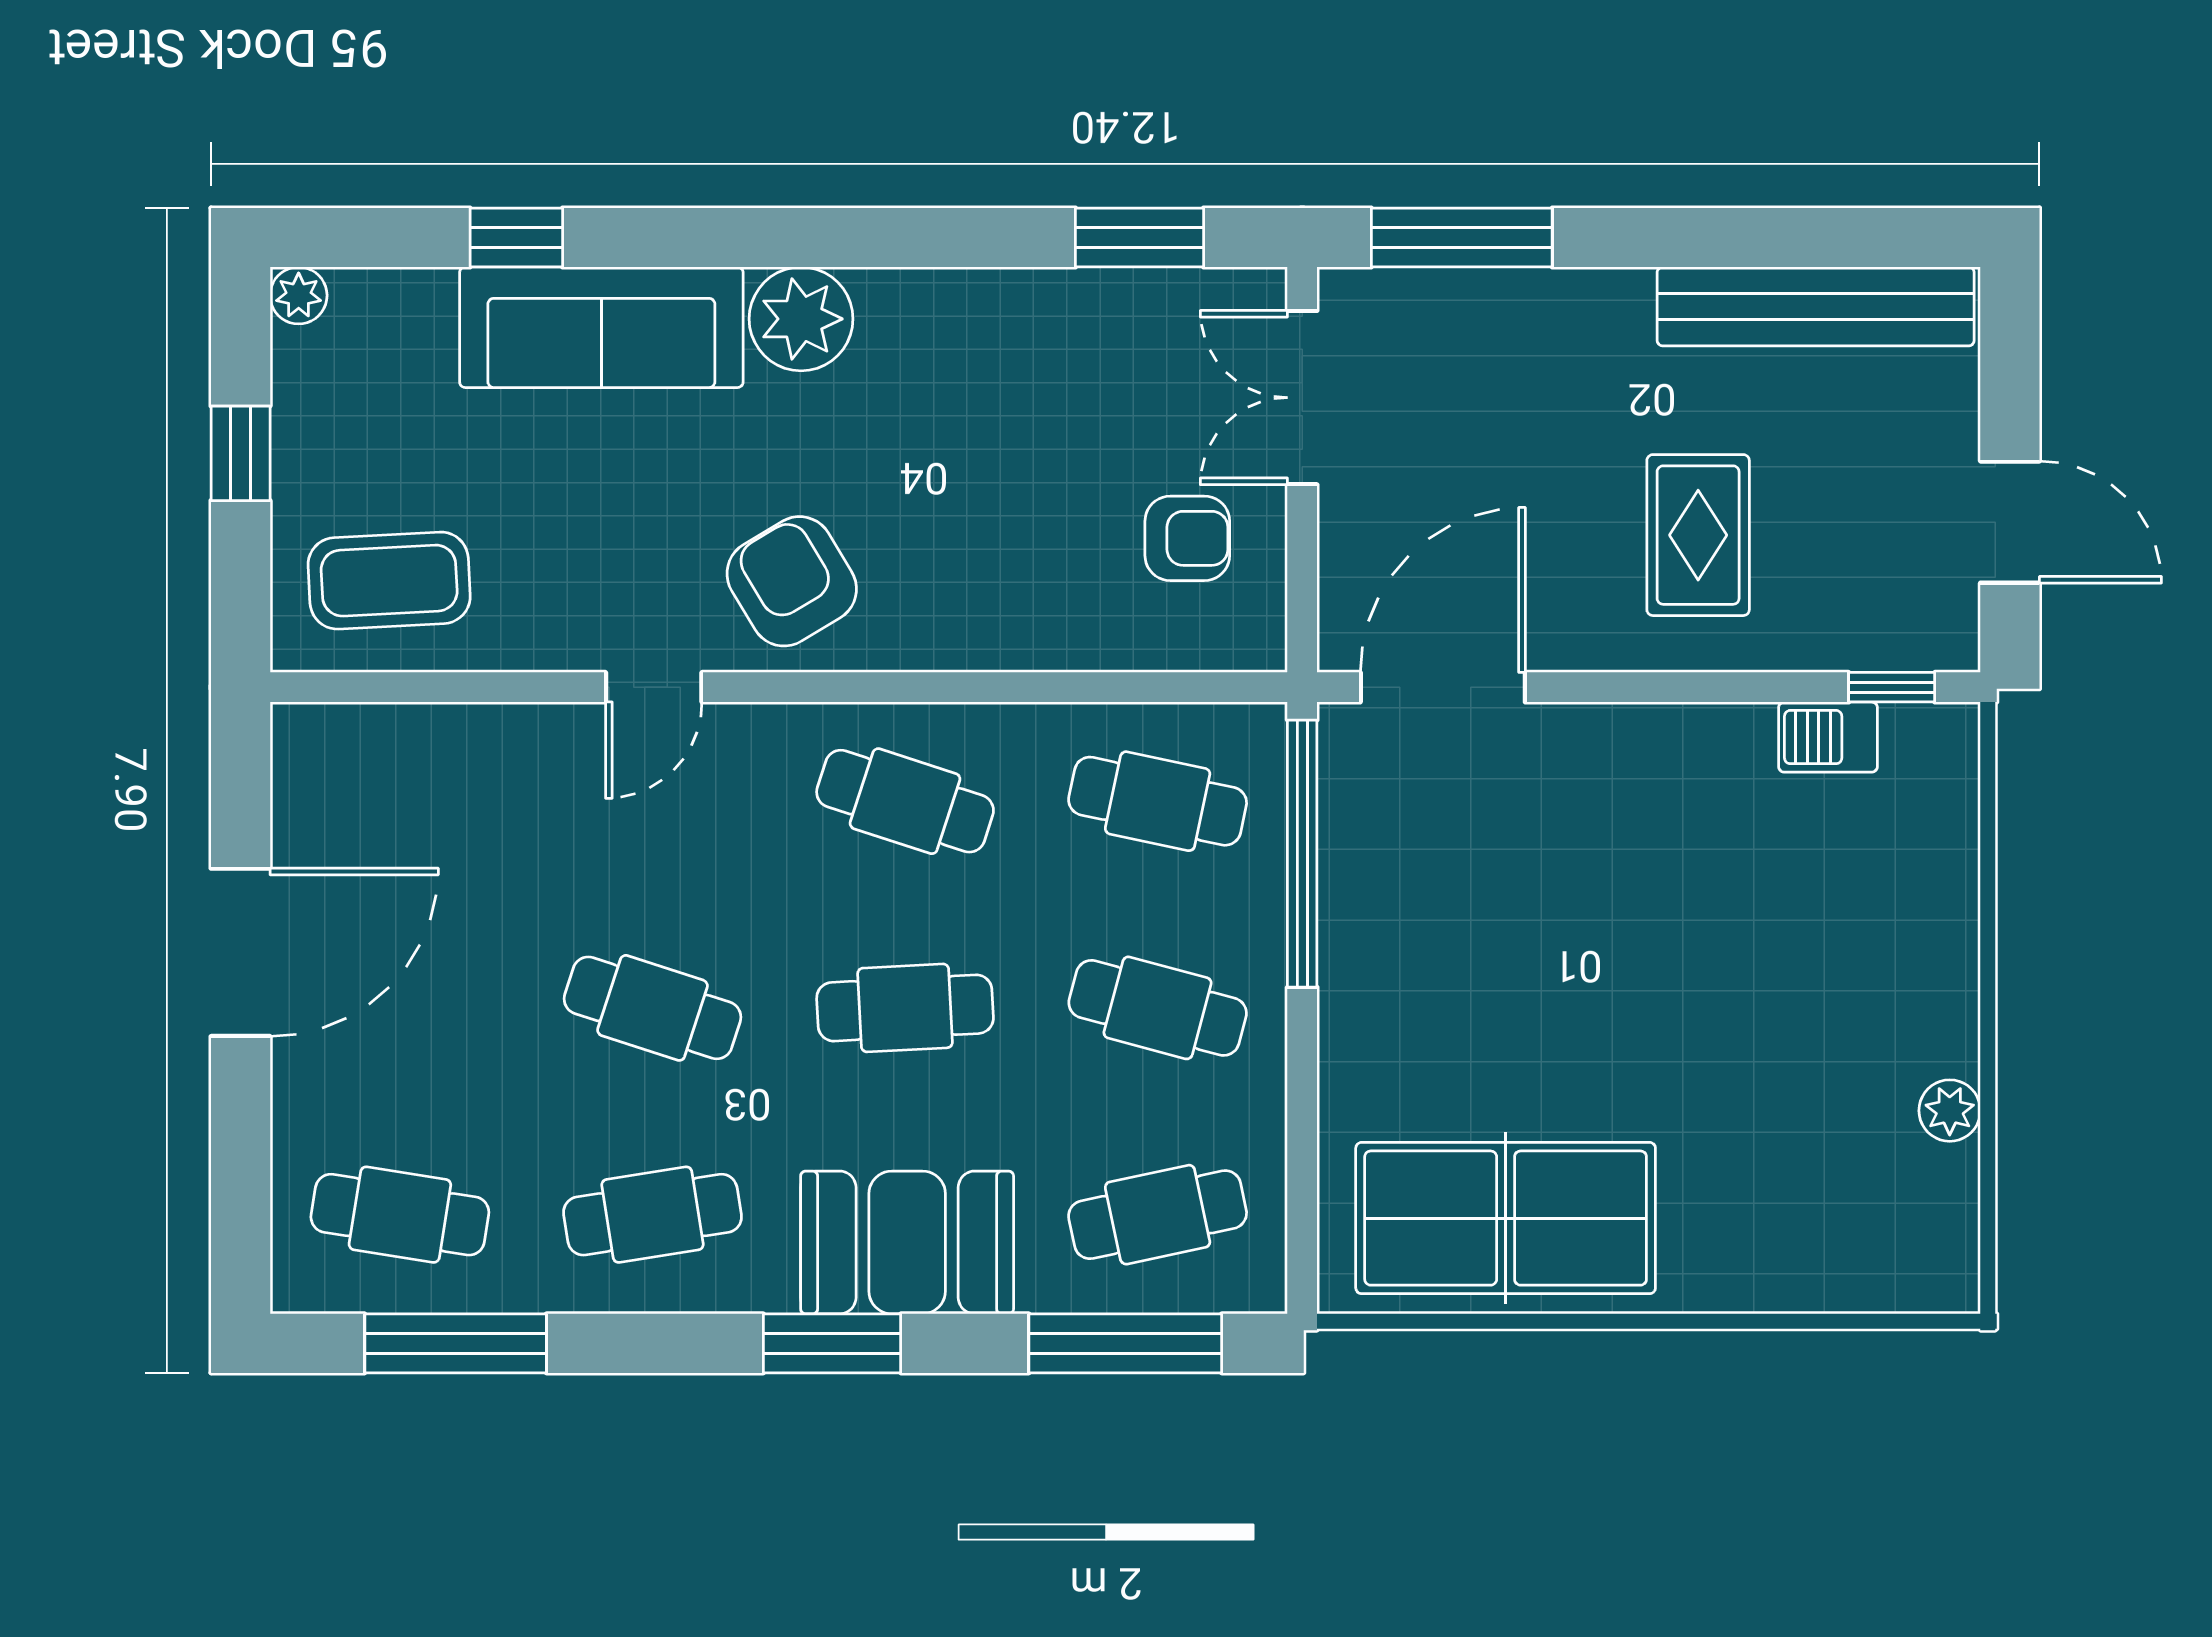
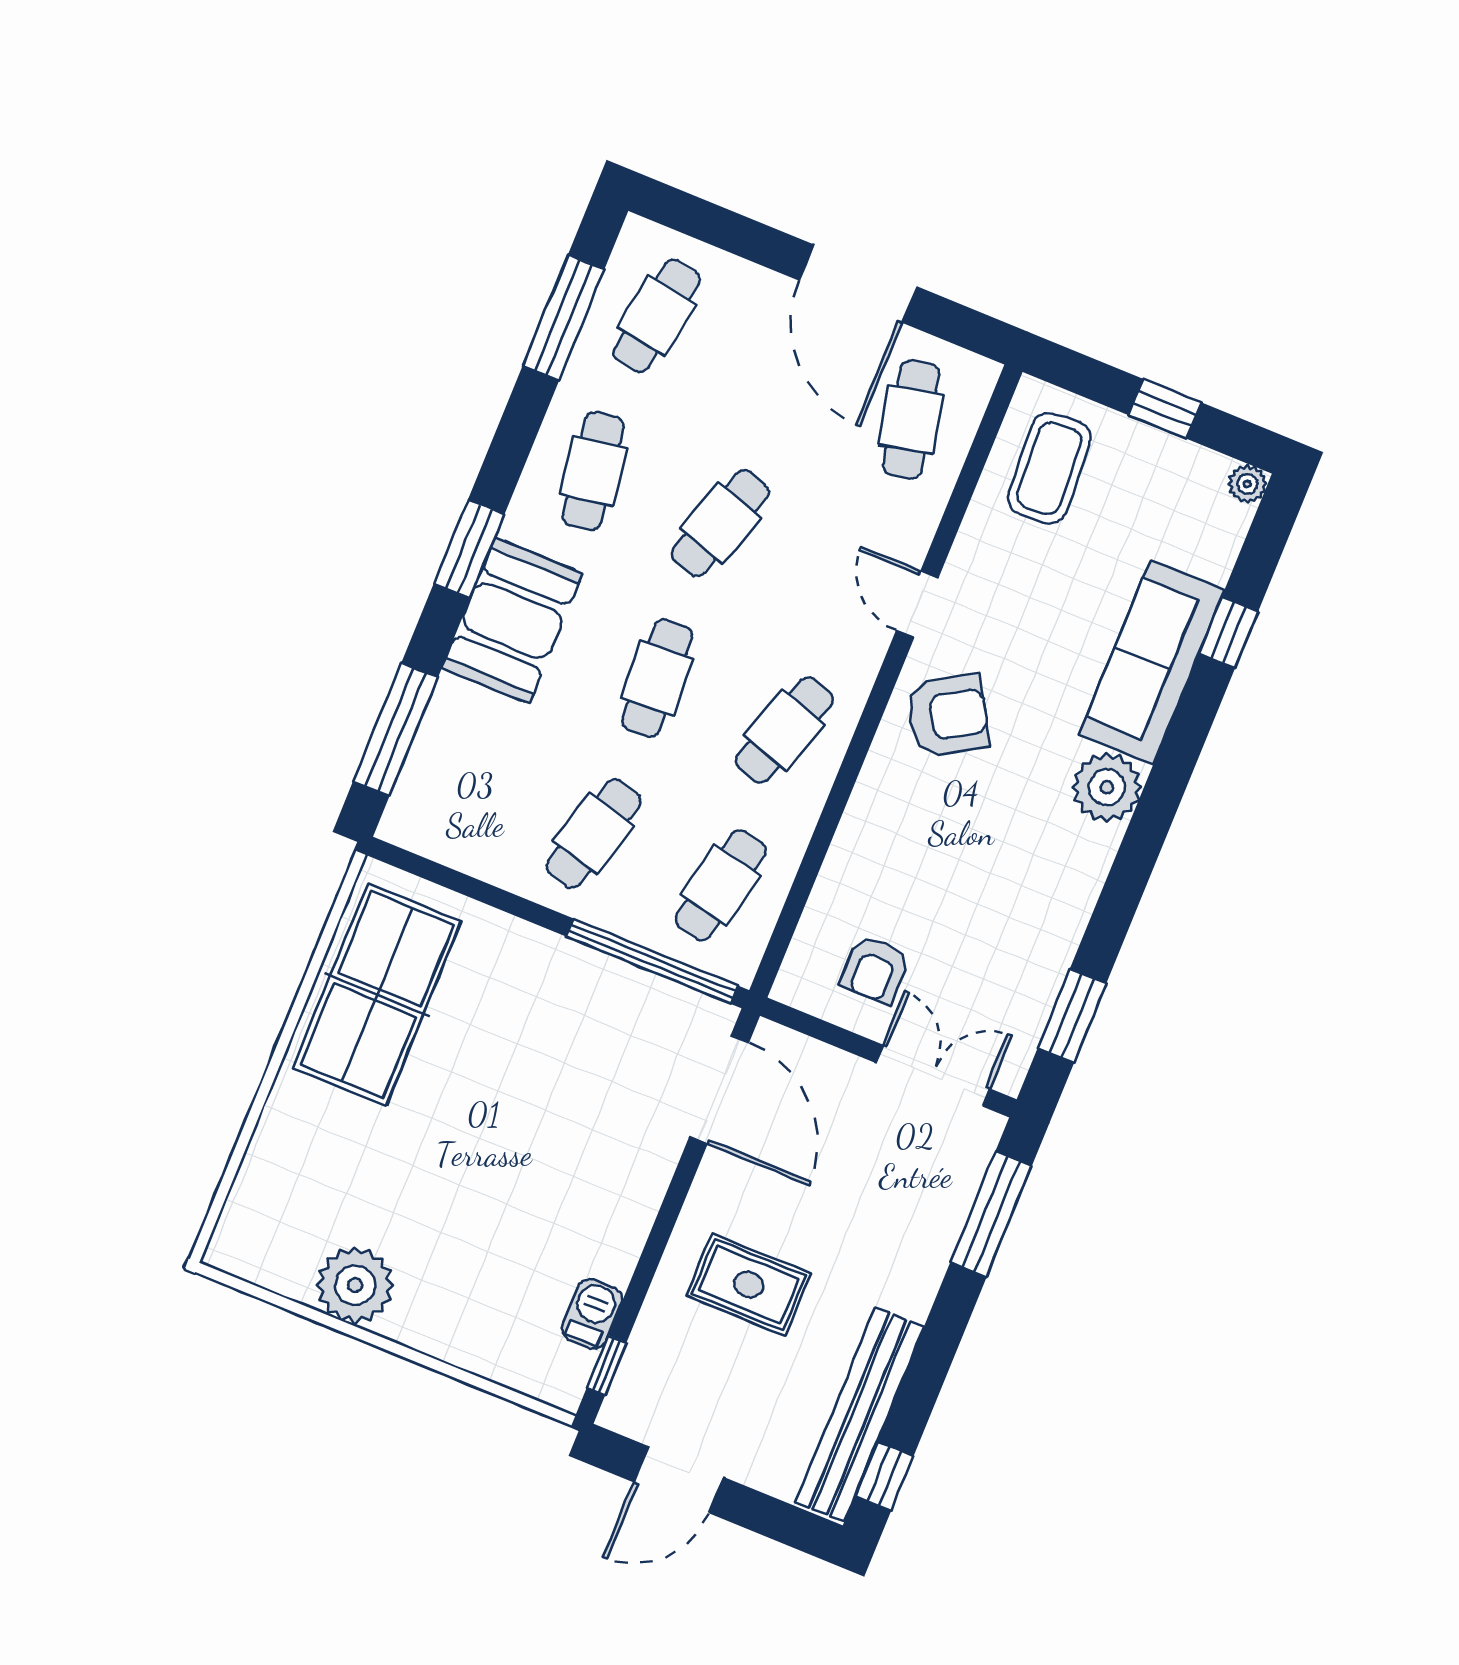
window: (1888, 237) -> (884, 1476), added
plant: (1950, 1111) -> (355, 1285), width x1.88, depth x1.88
cafe table: (1158, 1215) -> (911, 419), moved

